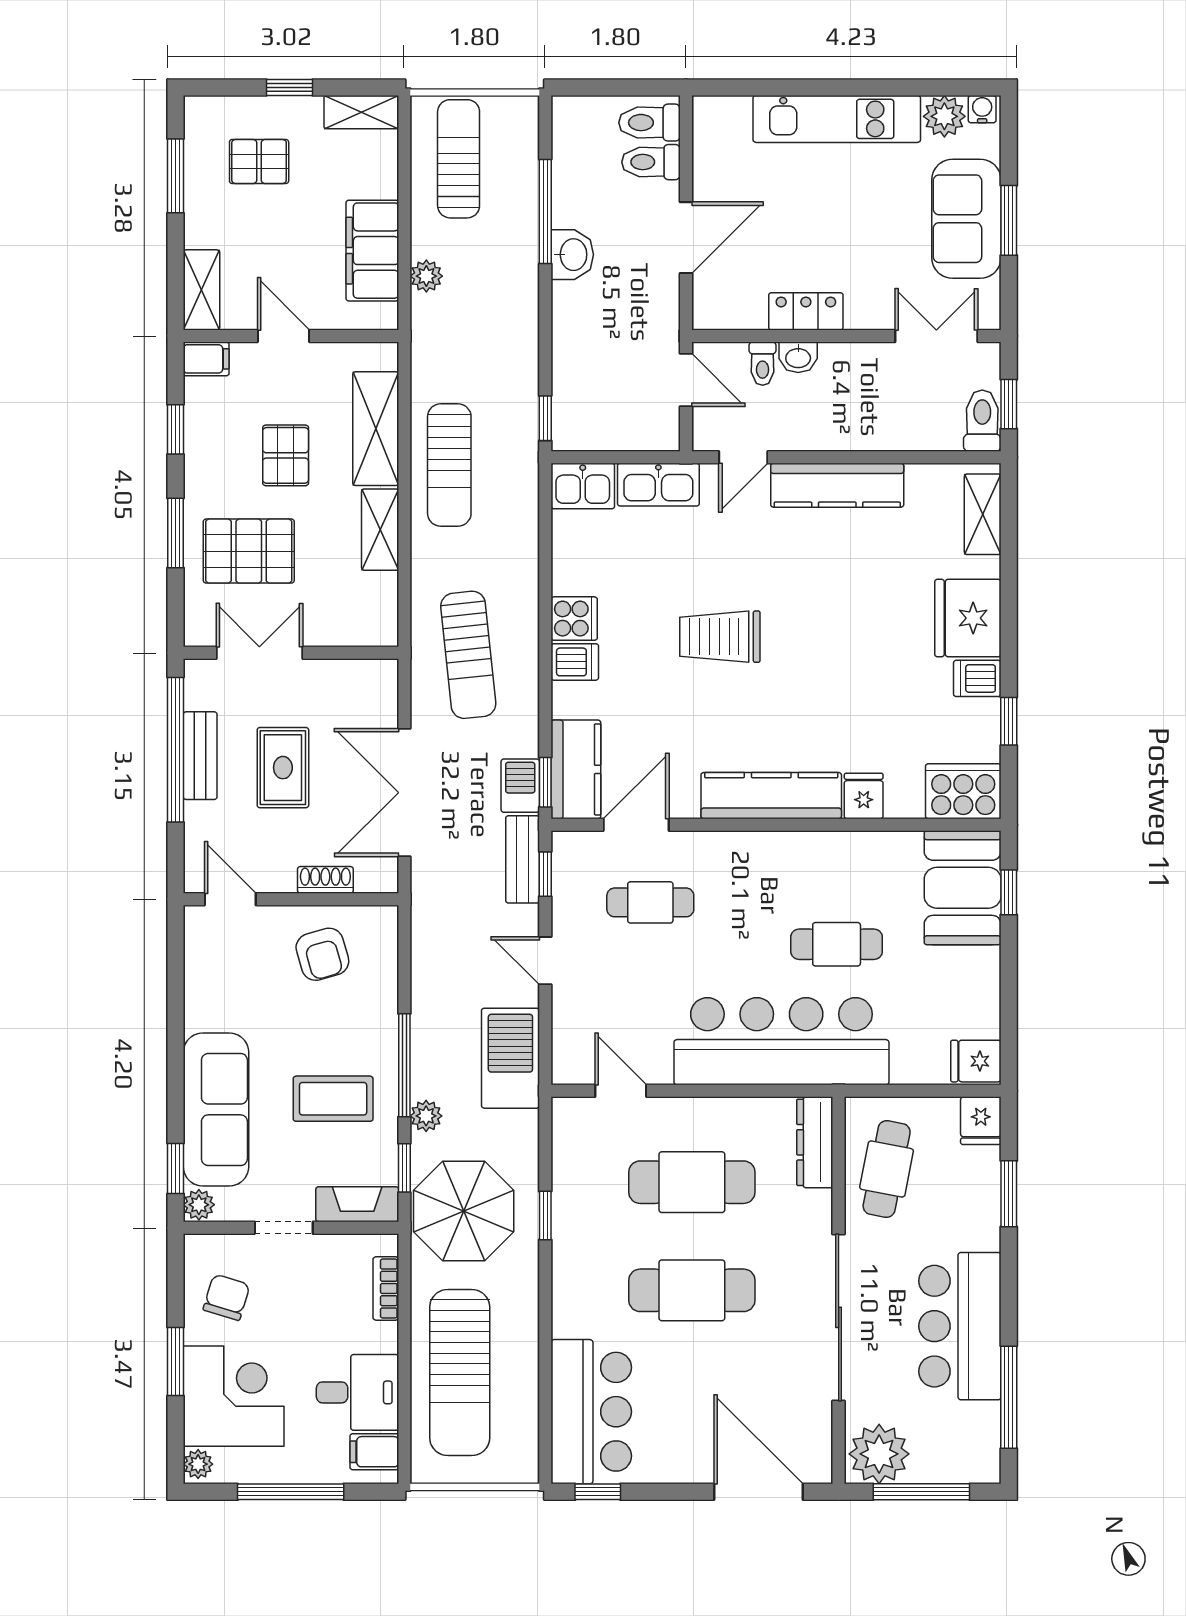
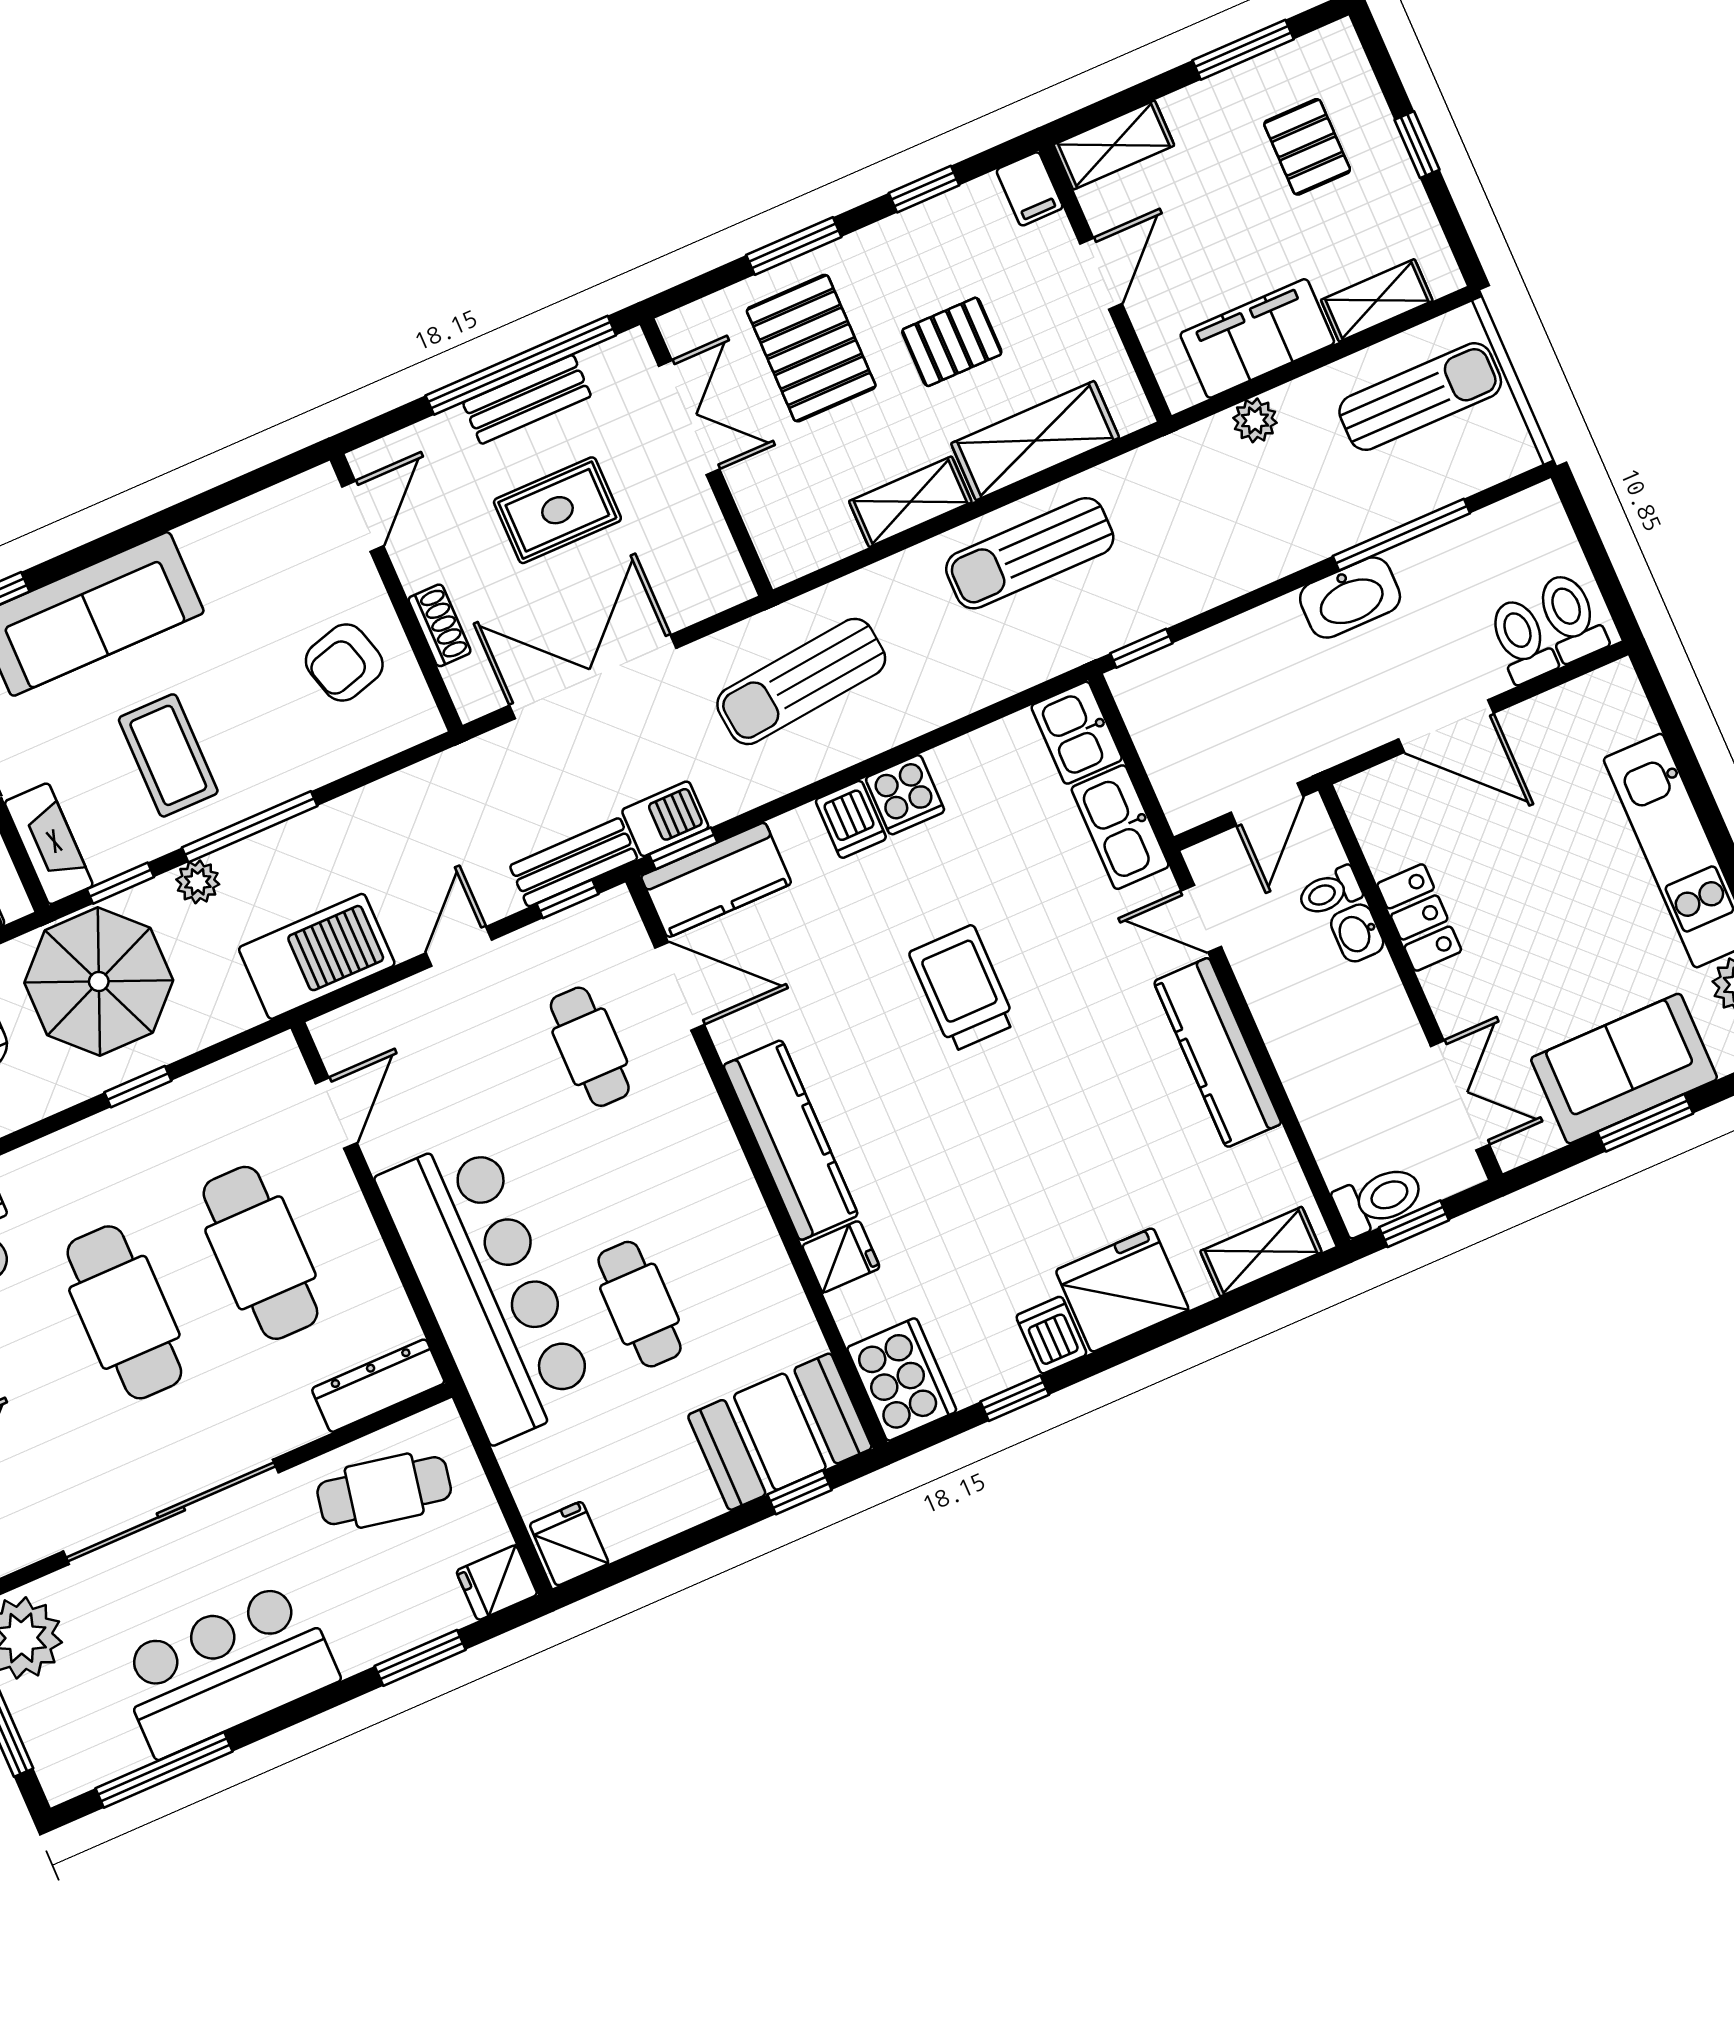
shelving: (361, 112) -> (1377, 300), moved, turned 90
washbasin: (572, 255) -> (1350, 598), width x1.38

